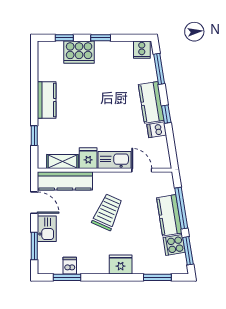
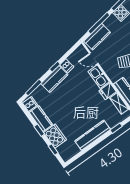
kitchen counter: (114, 50) -> (41, 119), added
kitchen counter: (47, 100) -> (93, 135), width x1.50
door: (142, 170) -> (94, 58), hinge flipped
kitchen counter: (169, 215) -> (97, 37), moved

